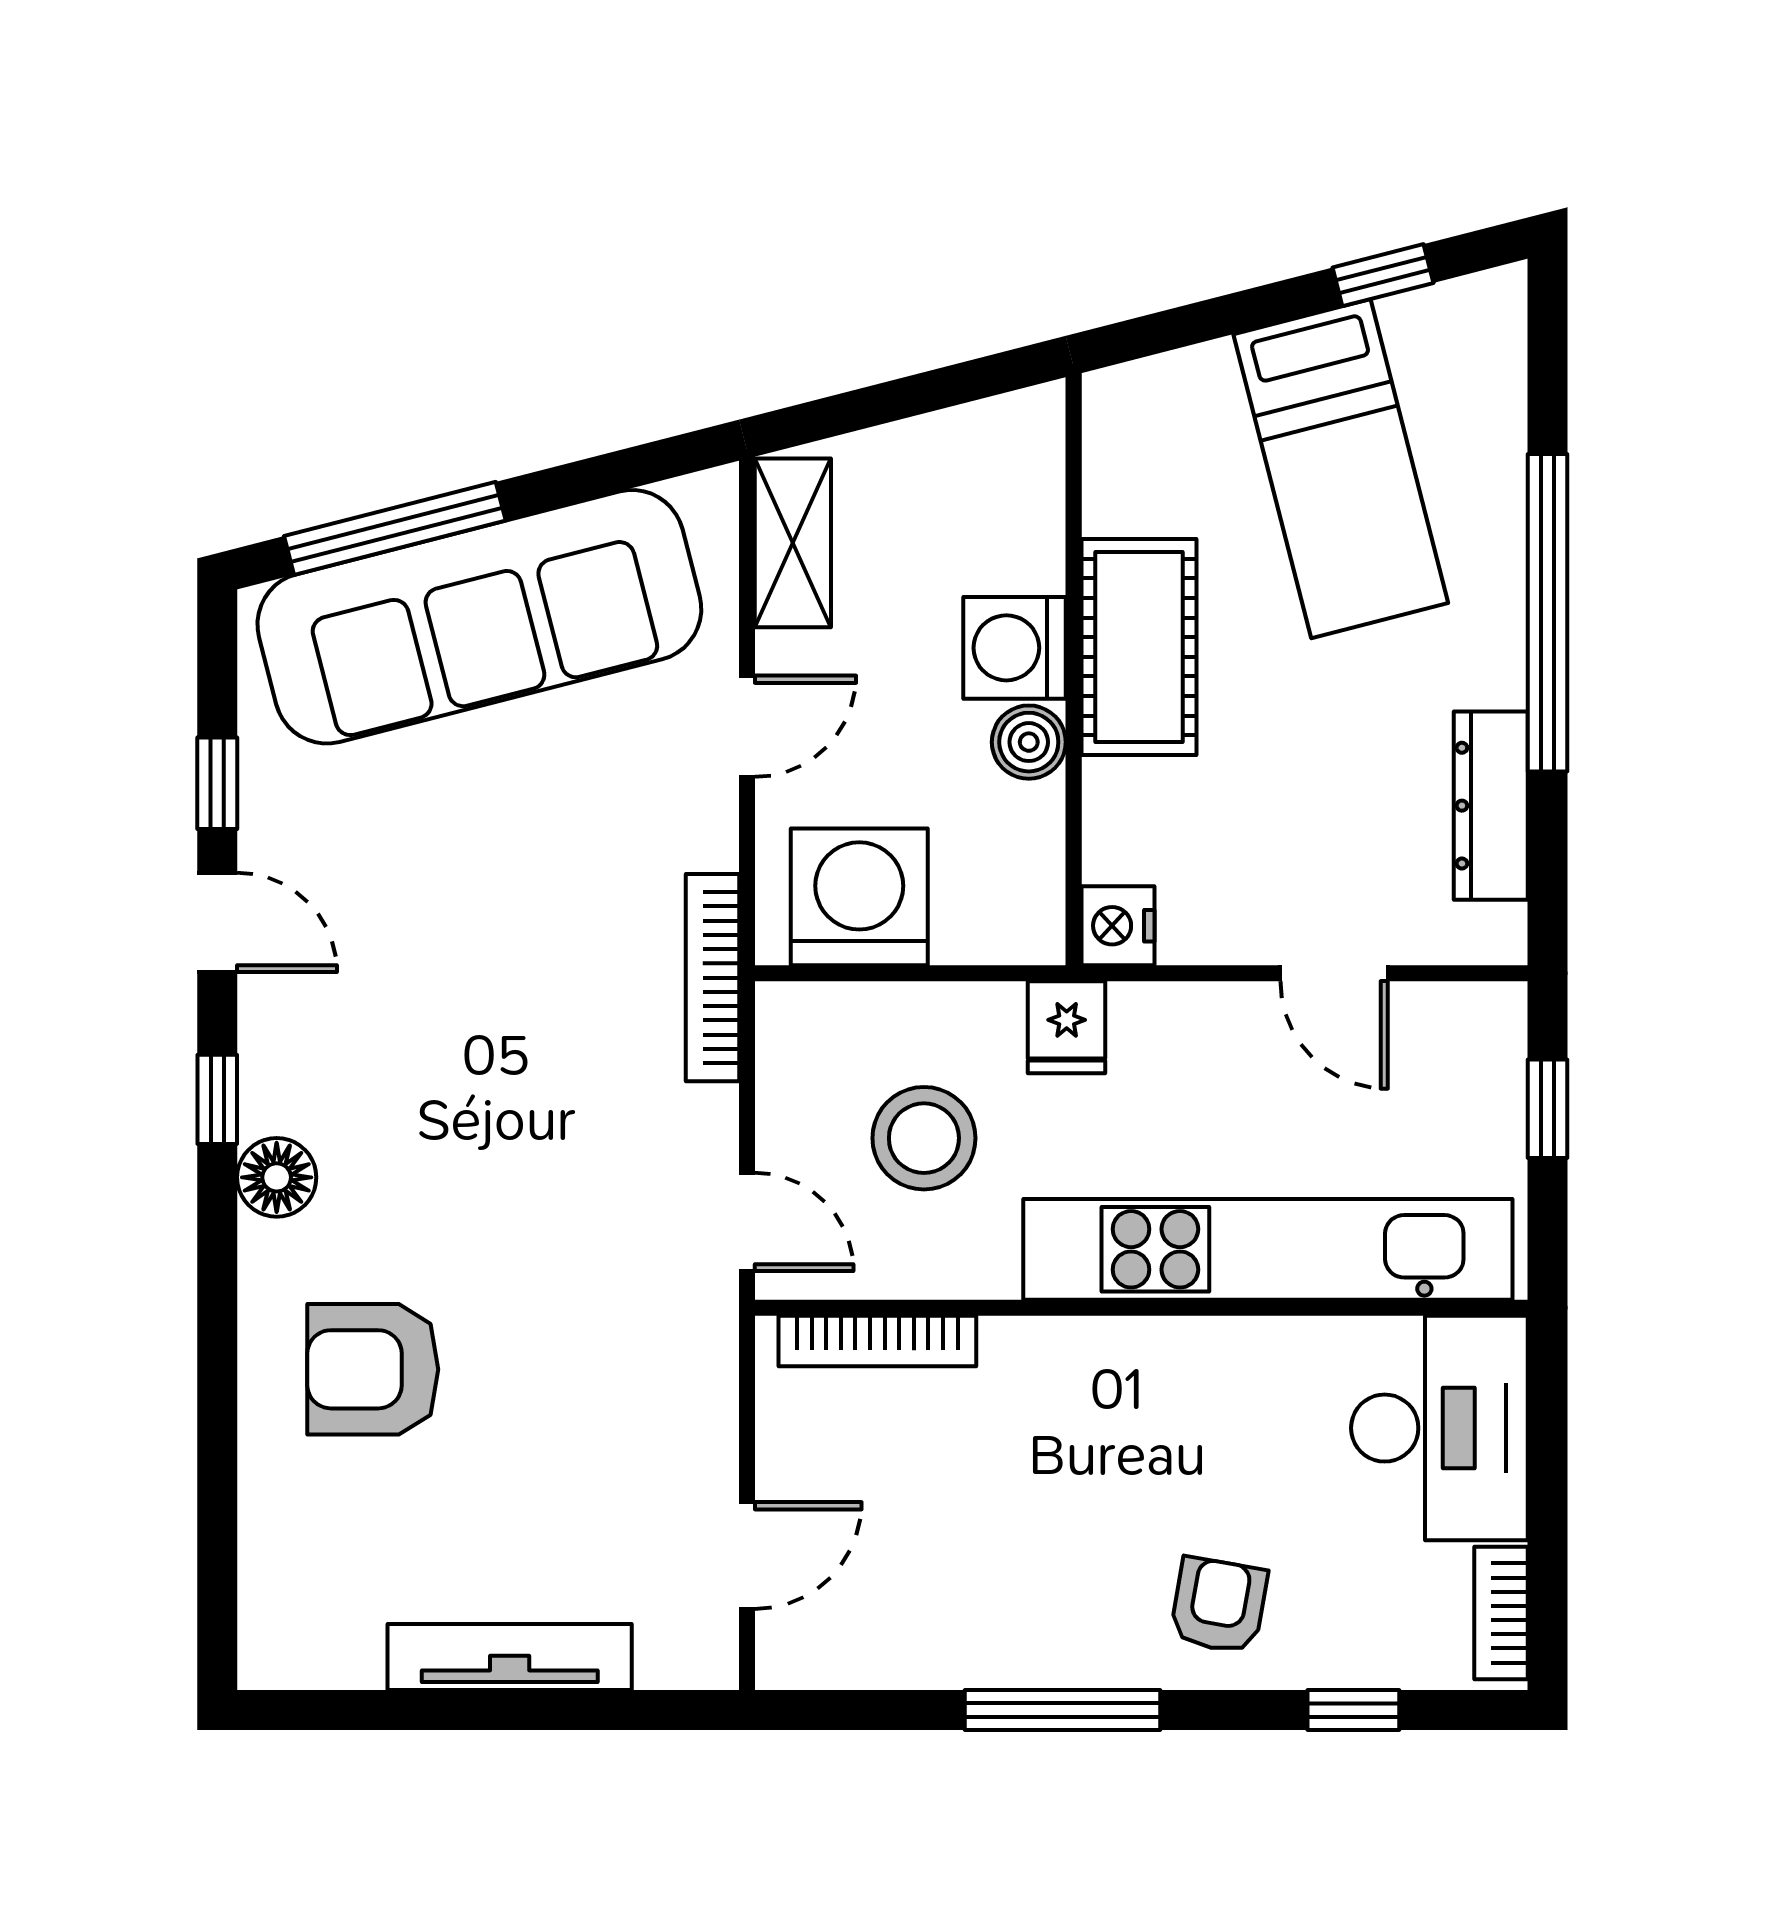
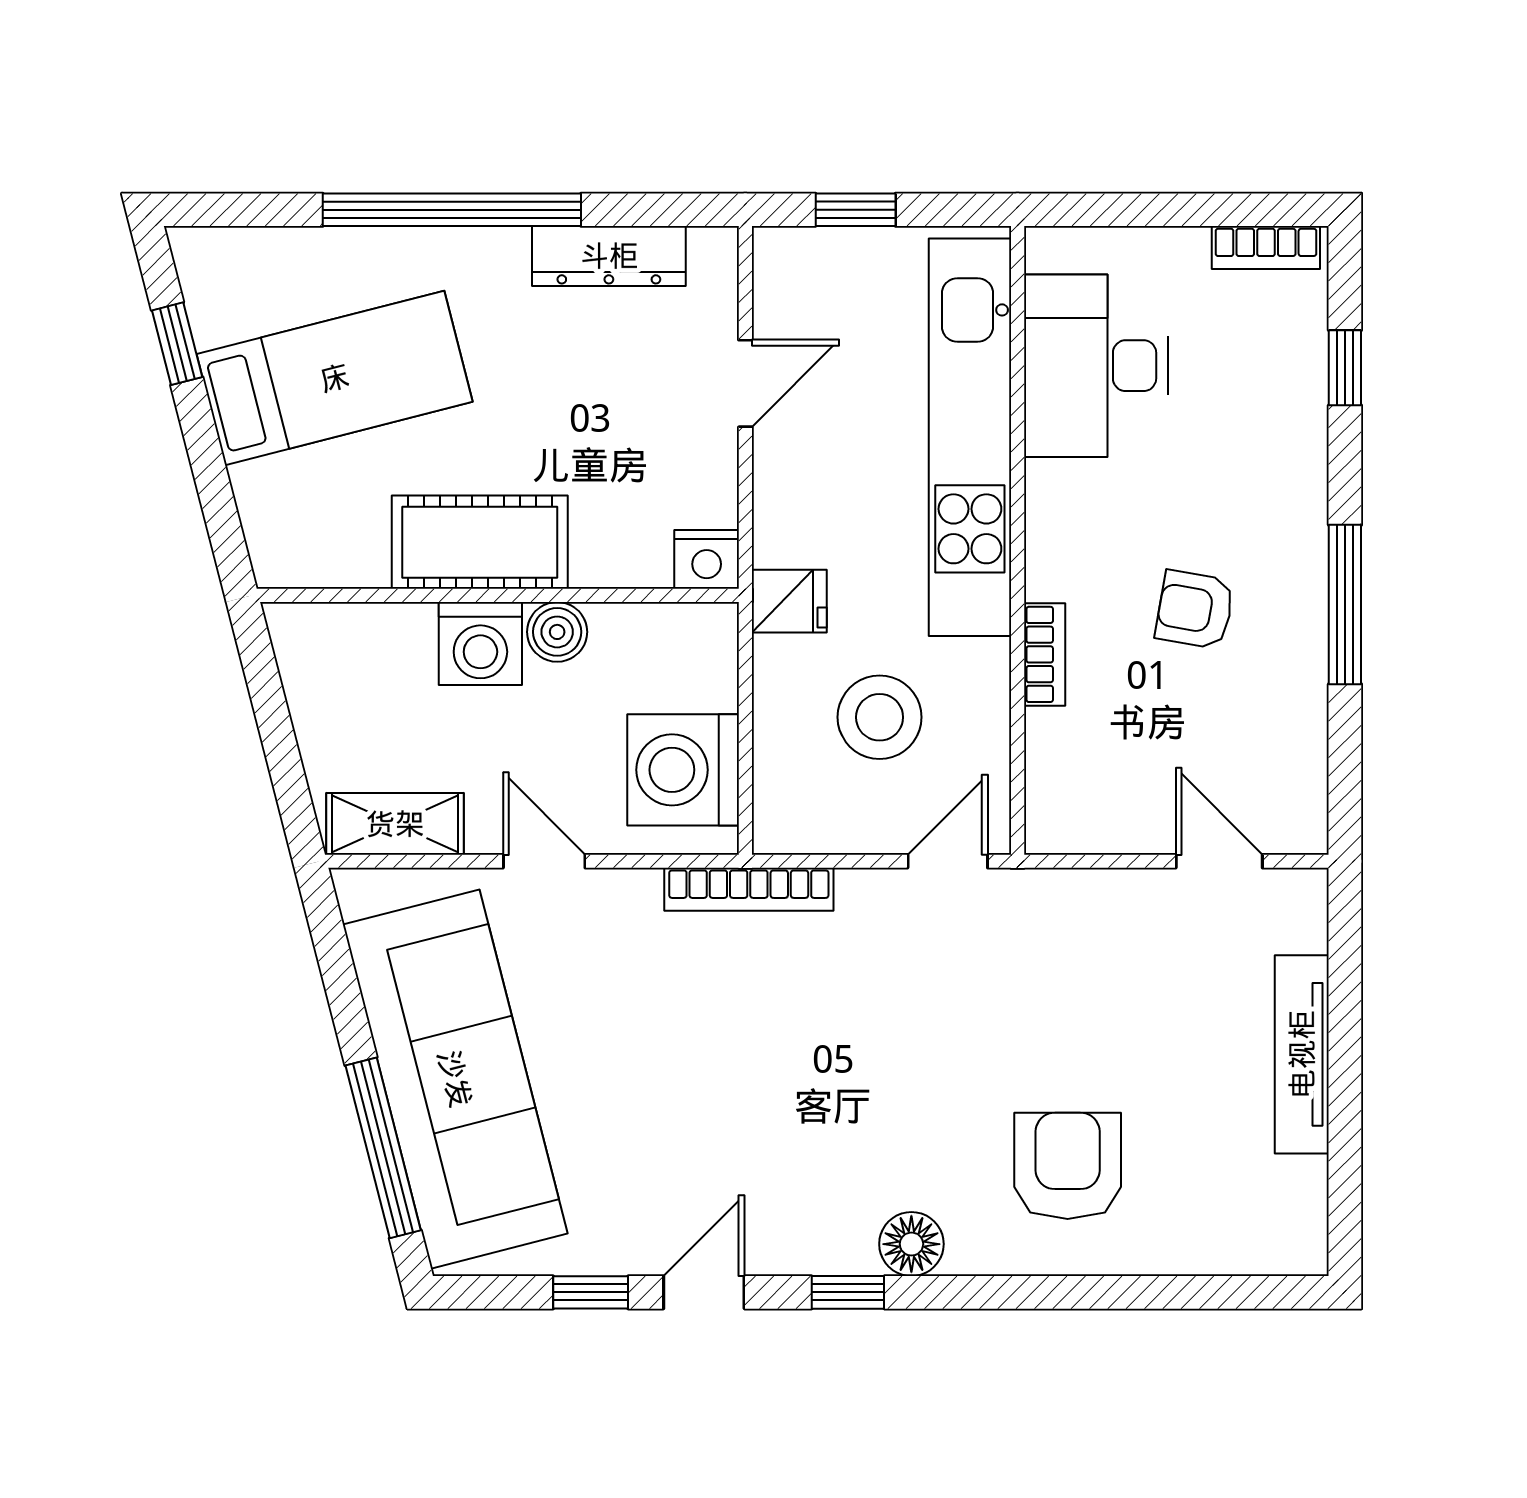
bookcase: (877, 1341) -> (1045, 654), moved, width x0.64
armchair: (373, 1369) -> (1068, 1166), turned 180
desk: (1439, 1428) -> (1096, 366), moved, turned -90
armchair: (1219, 1605) -> (1195, 610), moved

